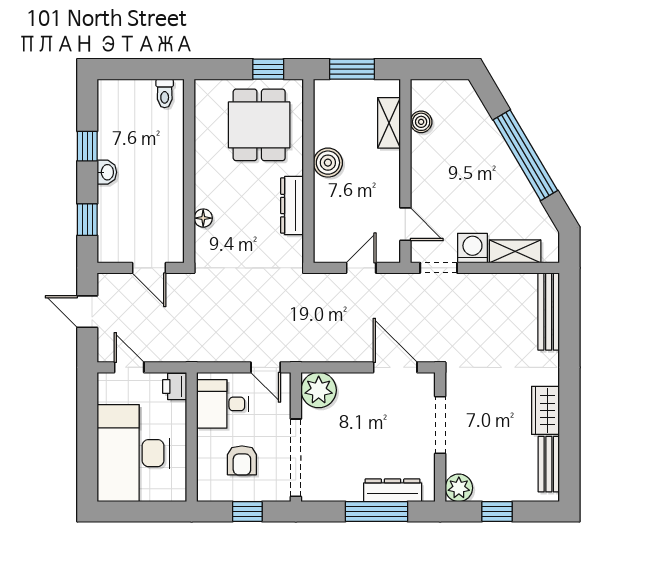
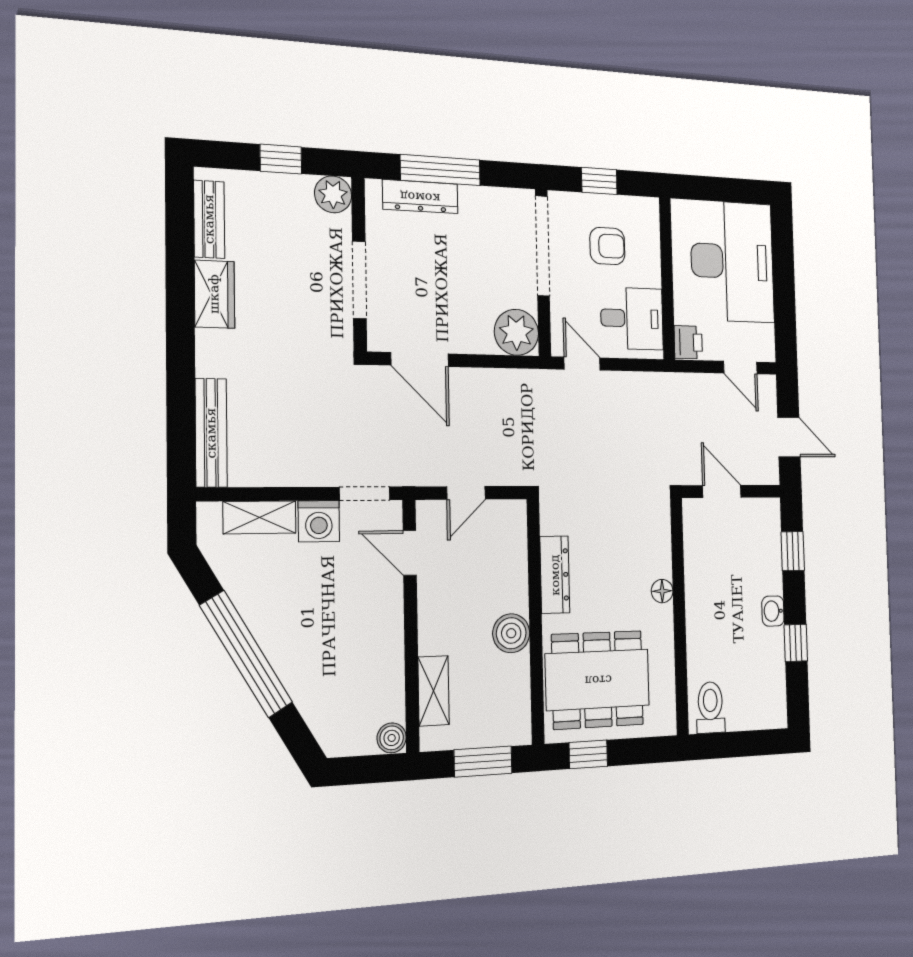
toilet: (165, 93) -> (710, 707), width x1.37, depth x1.39
boiler: (421, 122) -> (392, 738), moved
dining table: (259, 125) -> (598, 680), width x1.38
floor lamp: (203, 218) -> (662, 591), moved
armchair: (242, 460) -> (607, 246), turned 90

